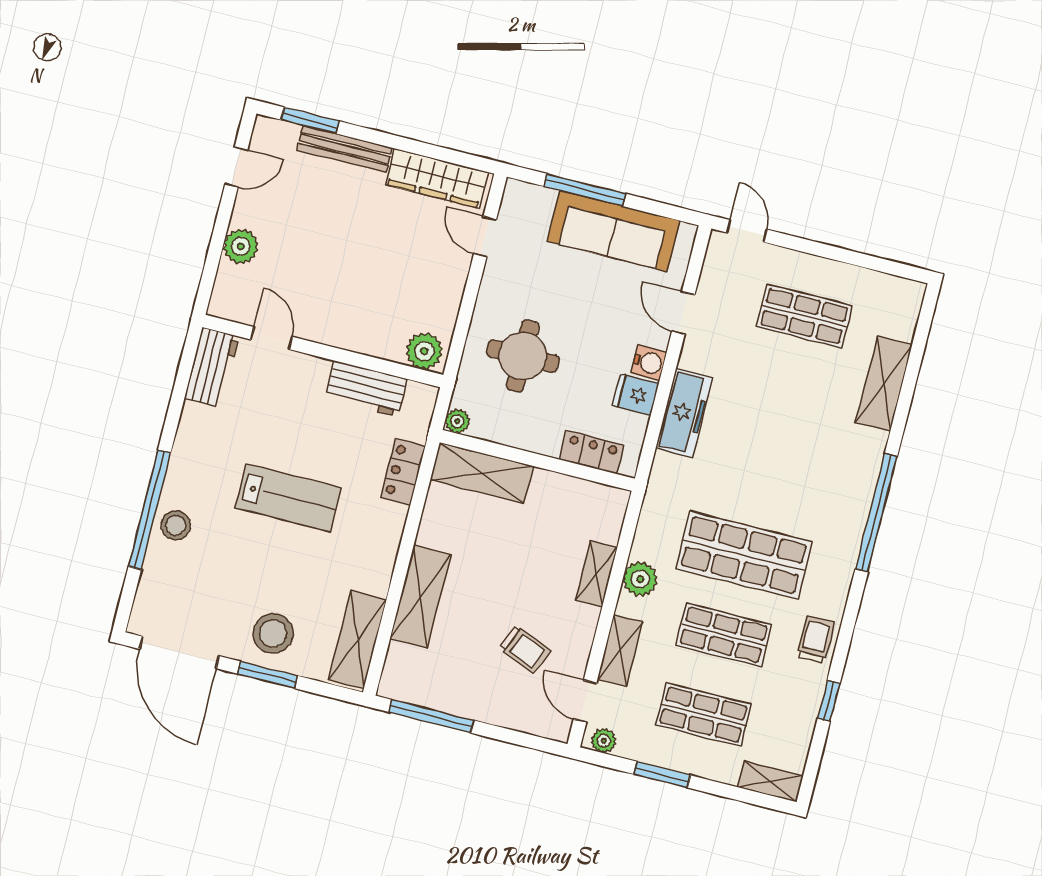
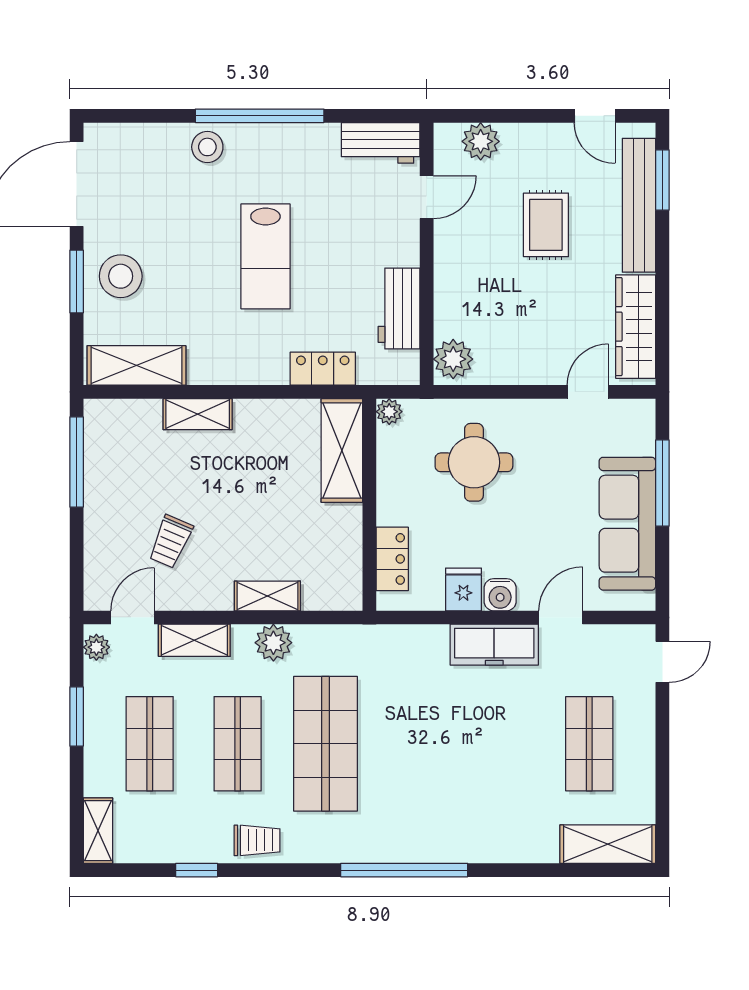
bench: (344, 149) -> (639, 205), width x1.37, depth x1.21
rug: (324, 236) -> (546, 225), added
plant: (241, 246) -> (481, 141), moved
shelving: (884, 384) -> (608, 844), moved
freezer: (684, 413) -> (494, 645), moved
window: (150, 510) -> (260, 116), moved
shelving: (420, 597) -> (198, 414), width x0.67, depth x0.75

